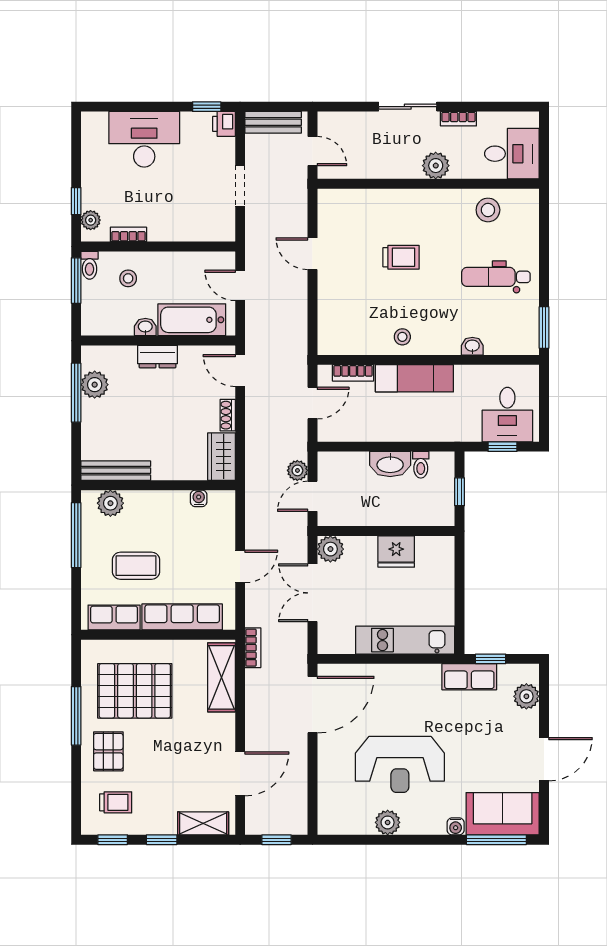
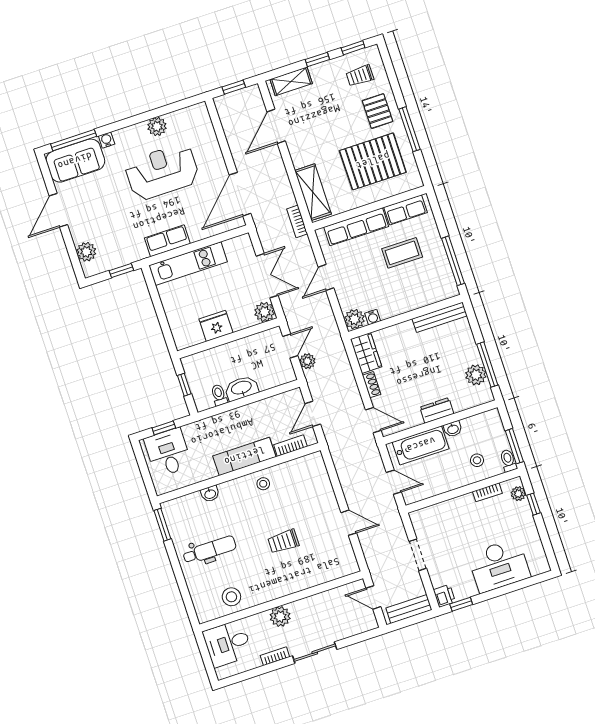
plant: (110, 503) -> (354, 319), moved
row of seats: (469, 677) -> (167, 241), moved

